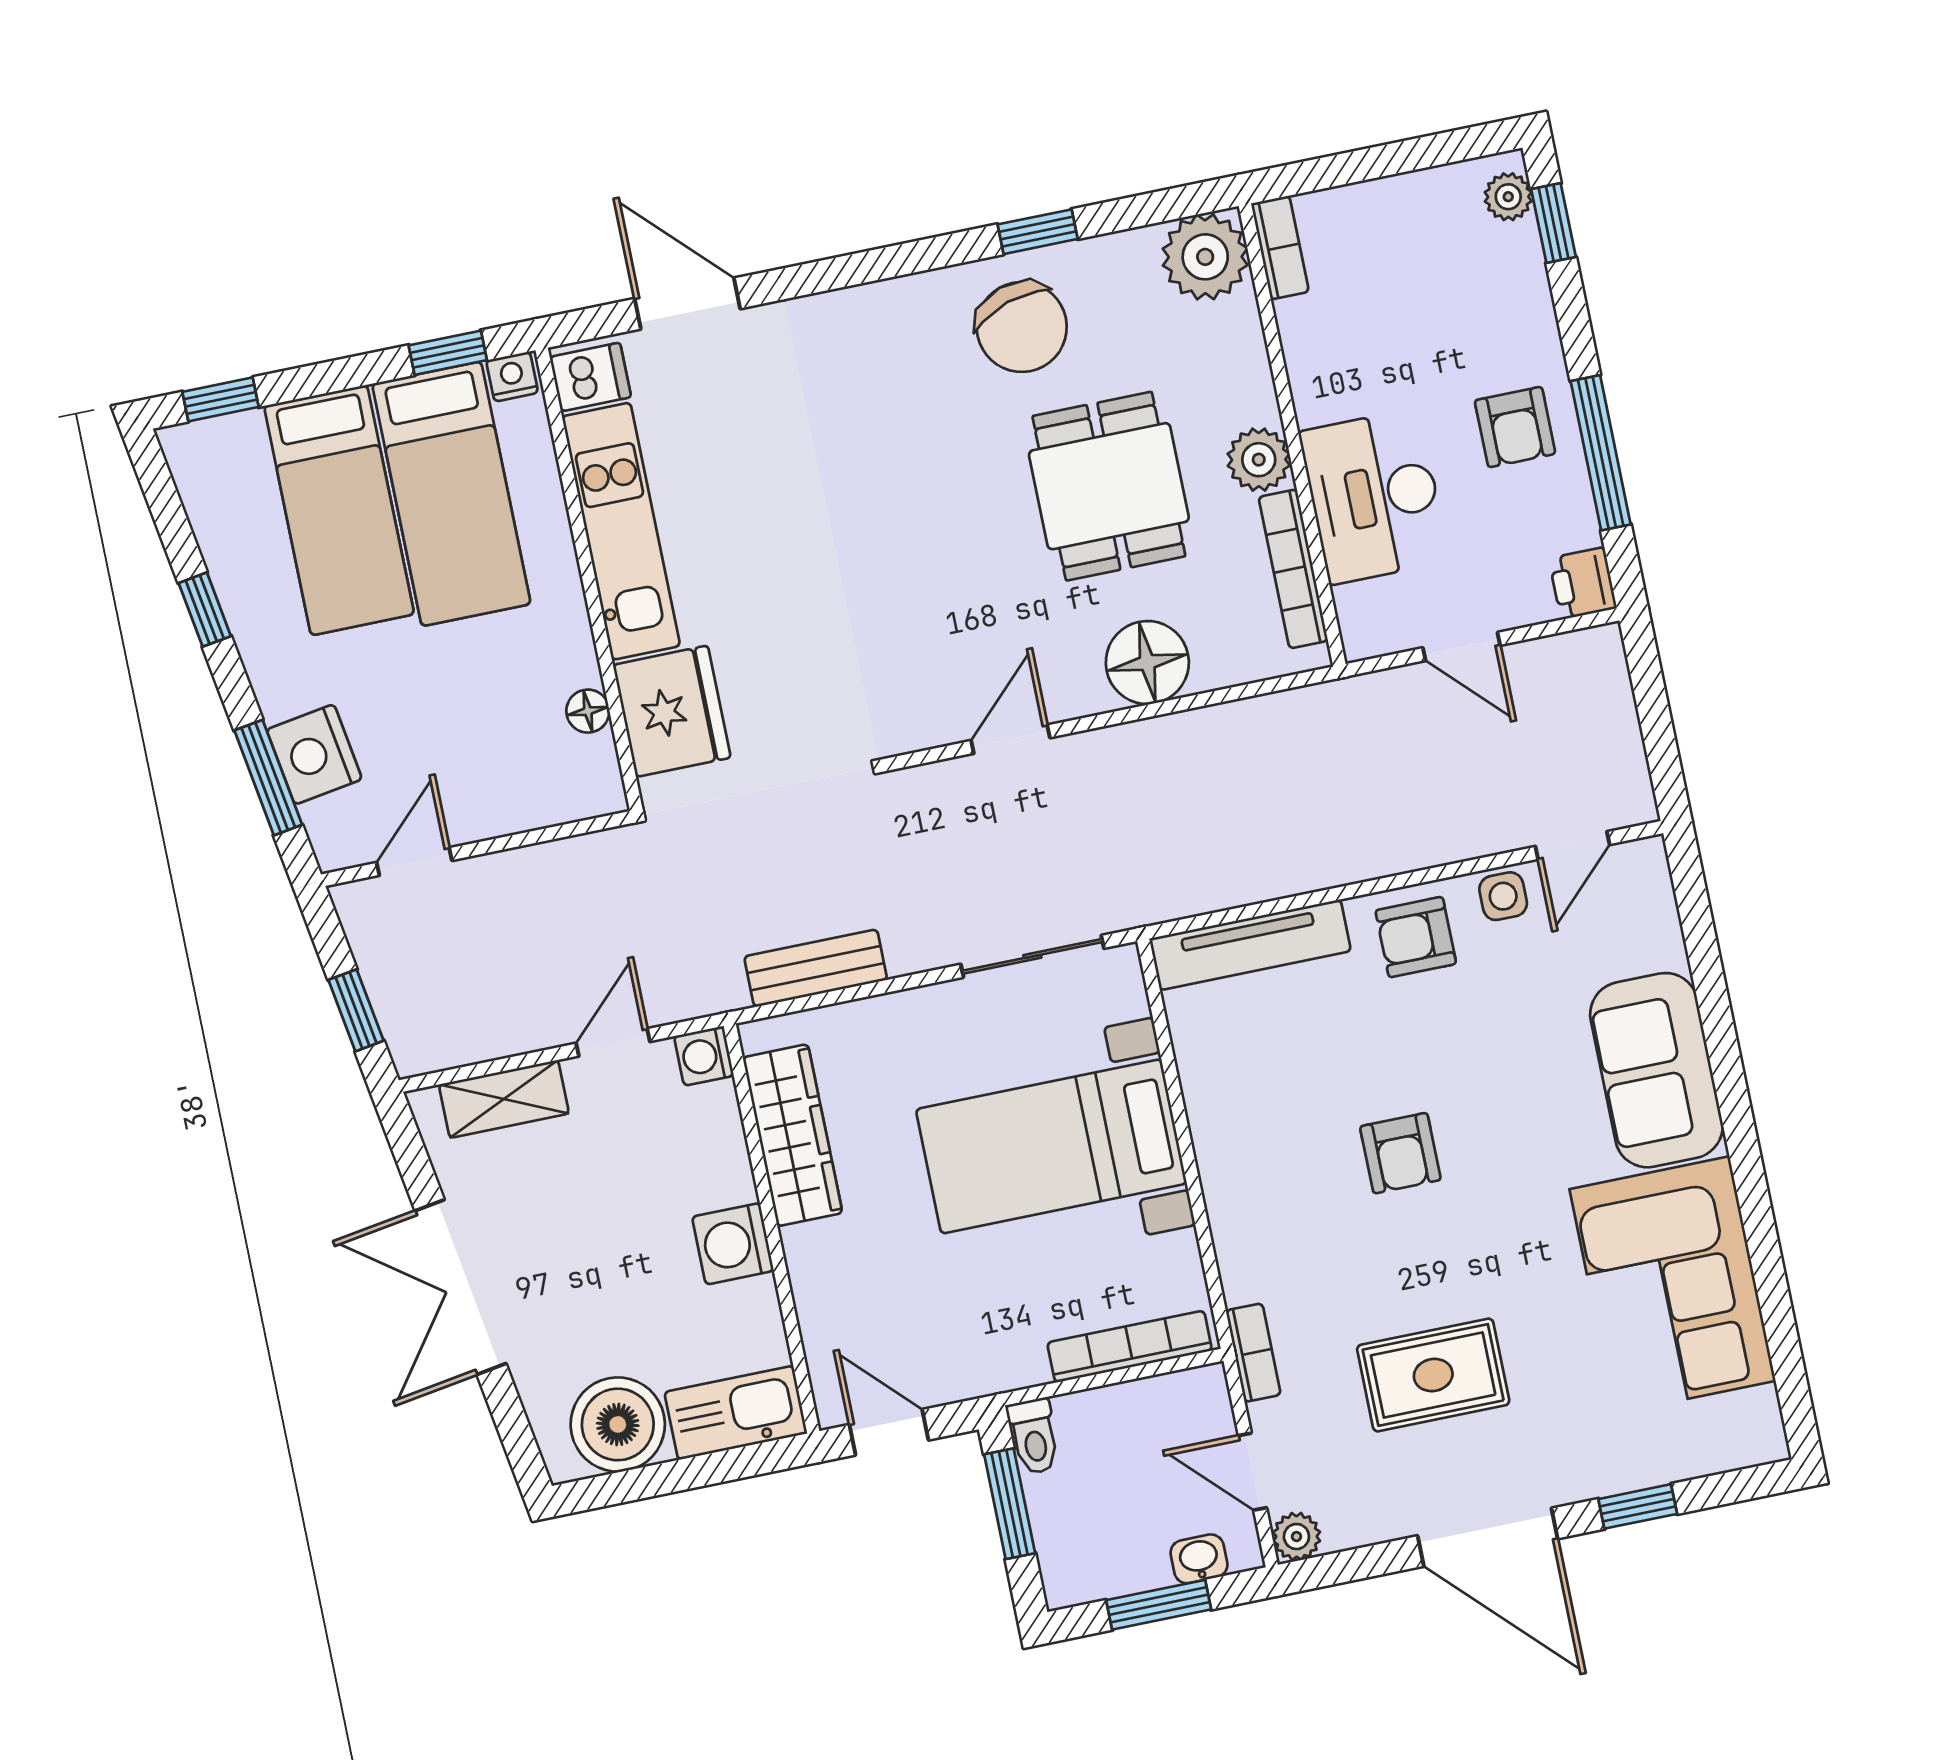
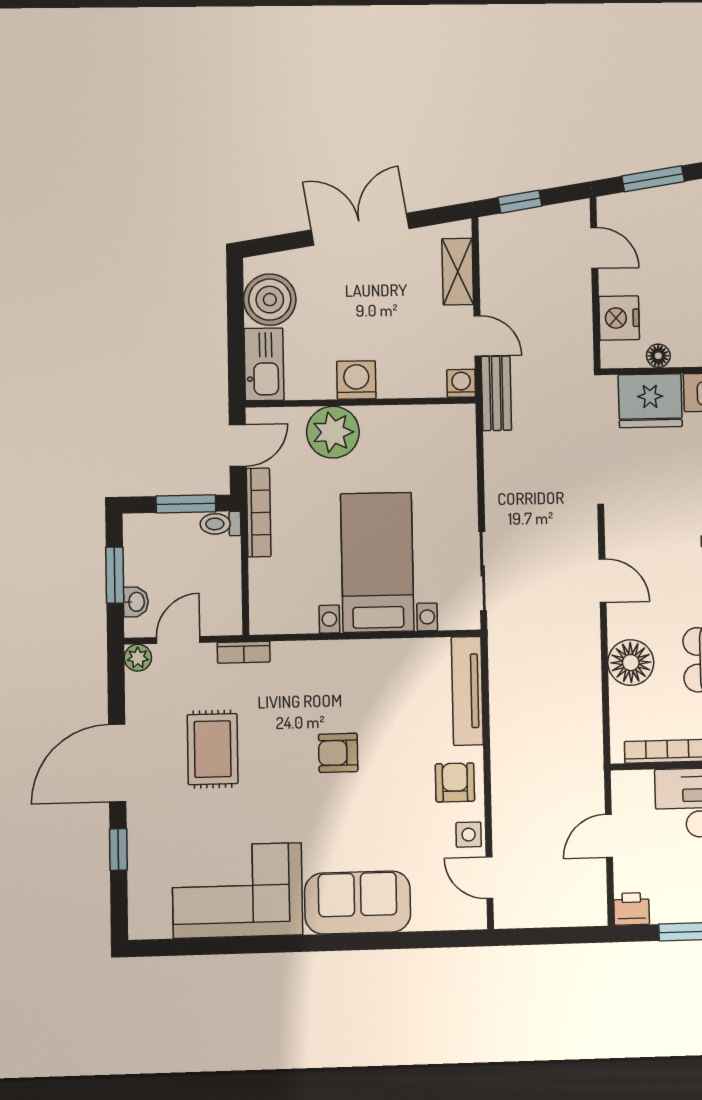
nightstand: (314, 754) -> (619, 318), moved, turned -81
bench: (816, 968) -> (496, 393), moved
wardrobe: (793, 1135) -> (409, 423), removed
plant: (834, 1268) -> (333, 432), added
bookcase: (1130, 1347) -> (259, 512), moved

